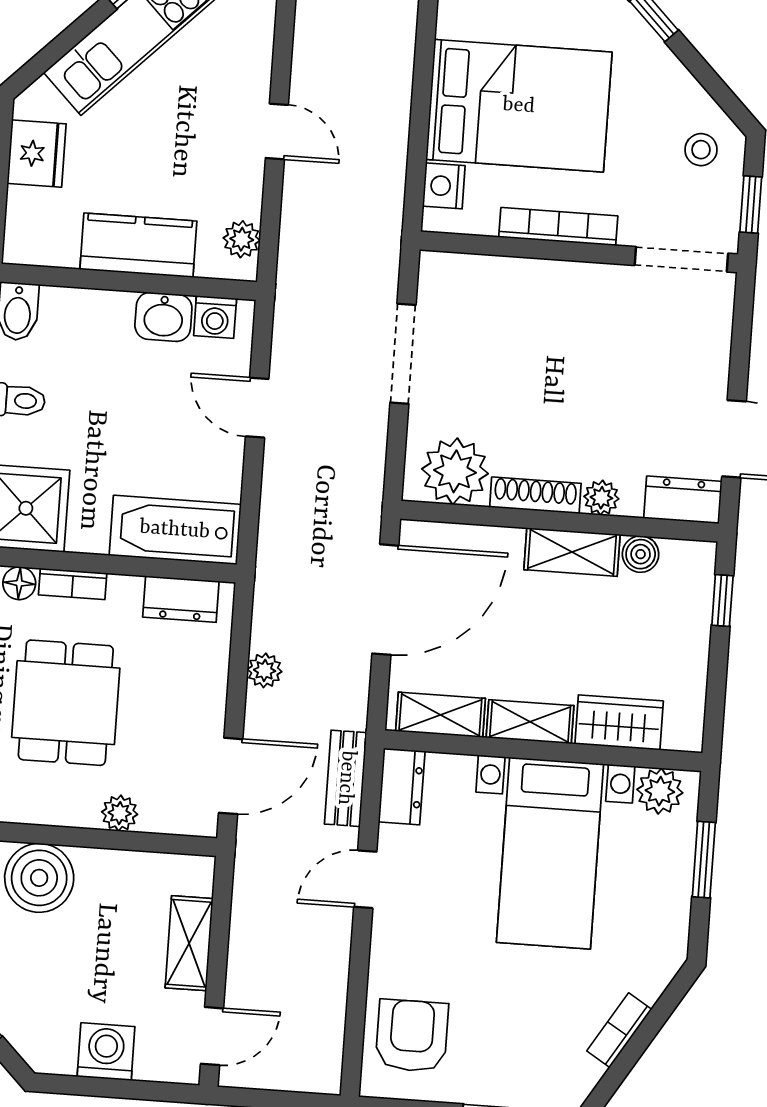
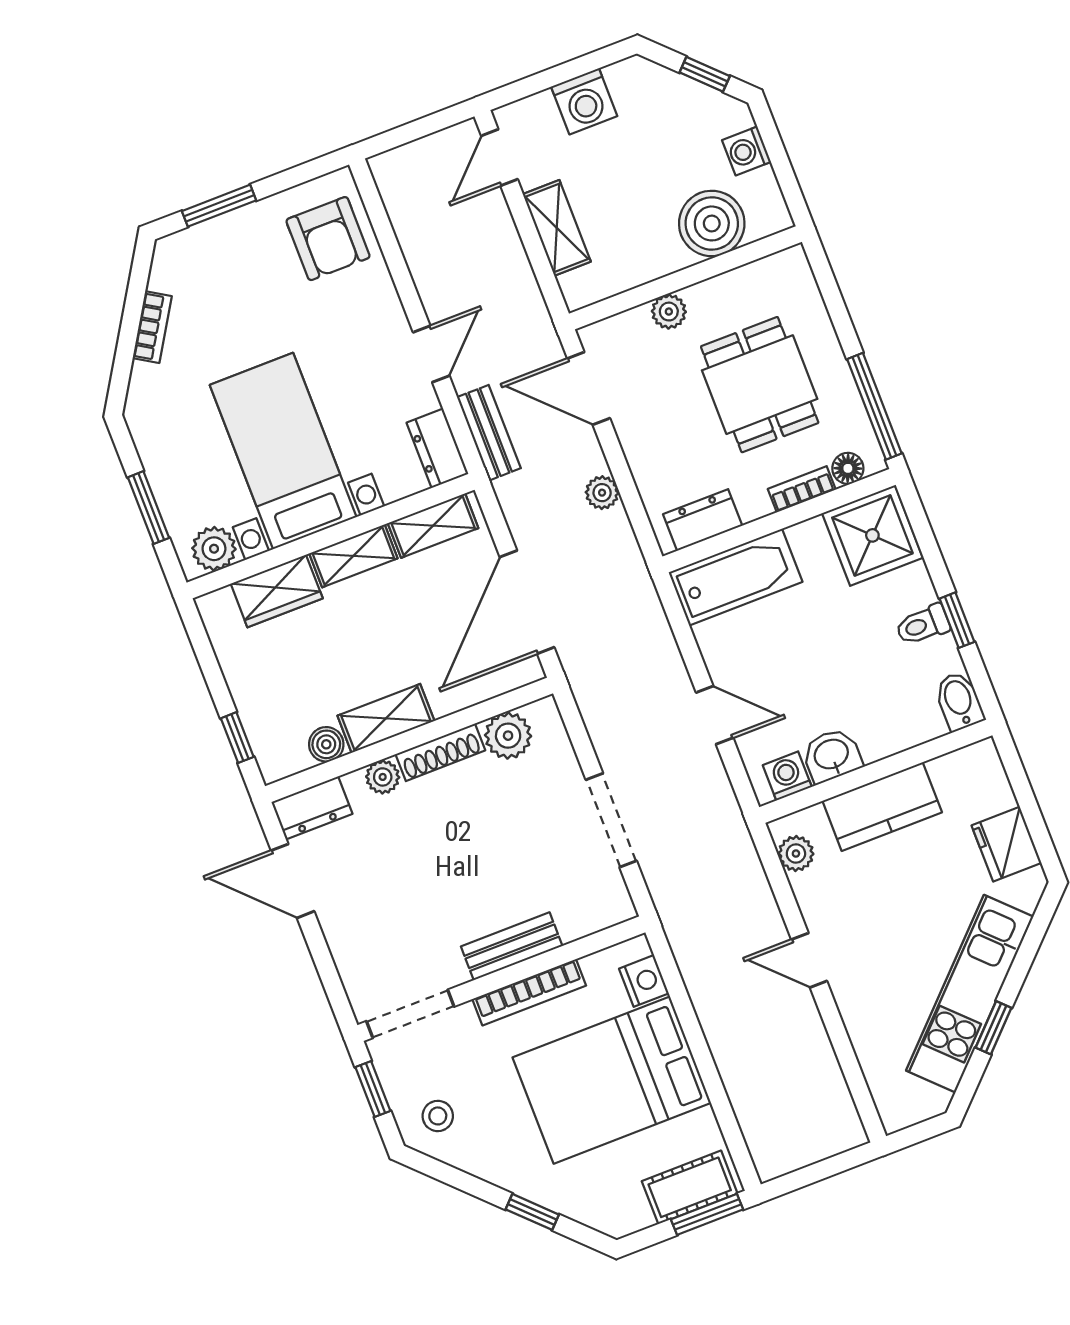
bench: (554, 278) -> (512, 946), added
plant: (455, 471) -> (508, 736), width x0.73, depth x0.73
door: (231, 776) -> (589, 388), hinge flipped

